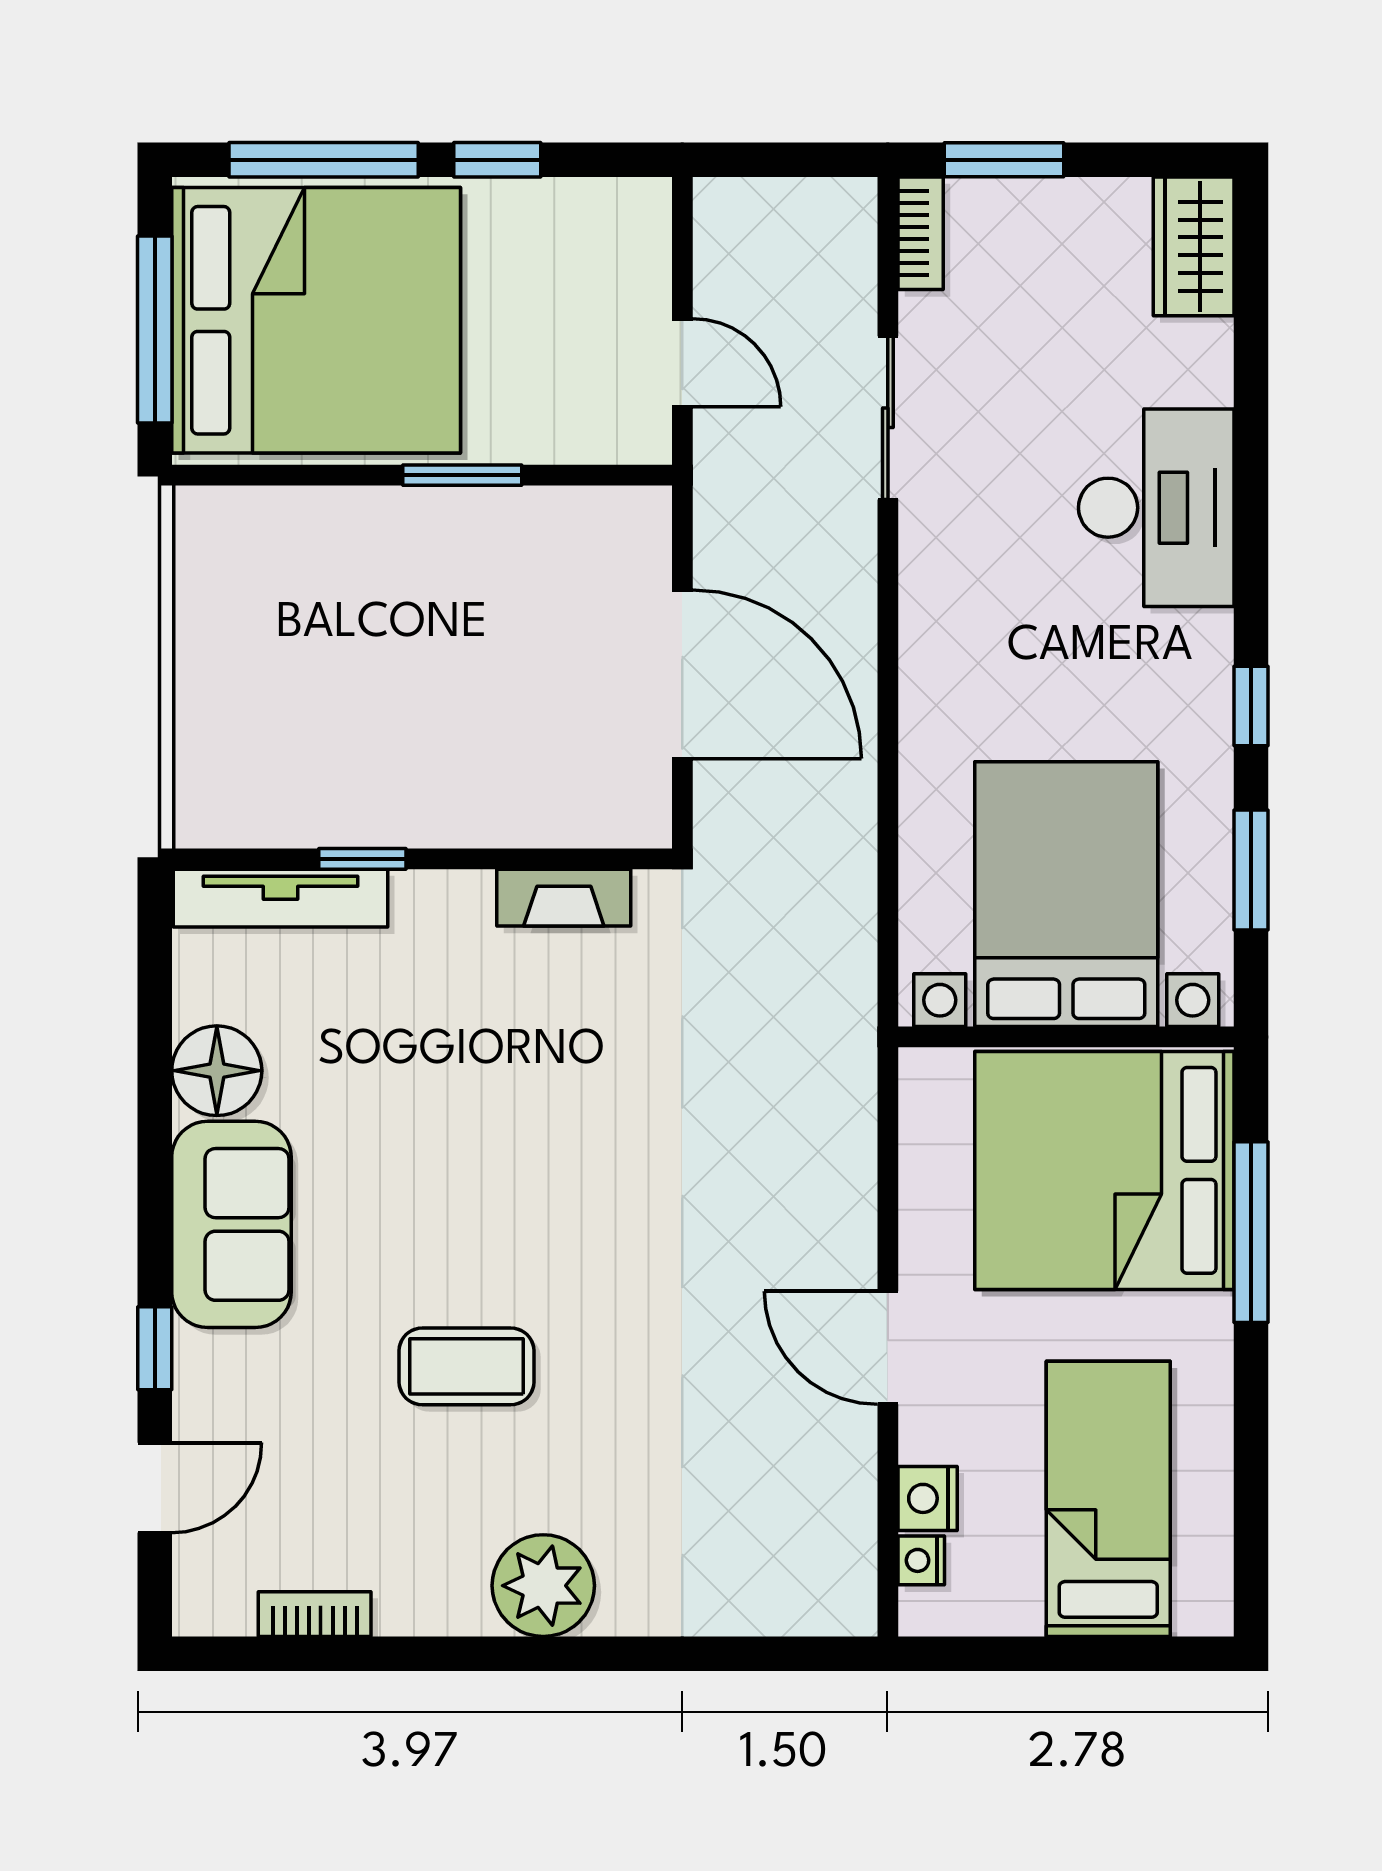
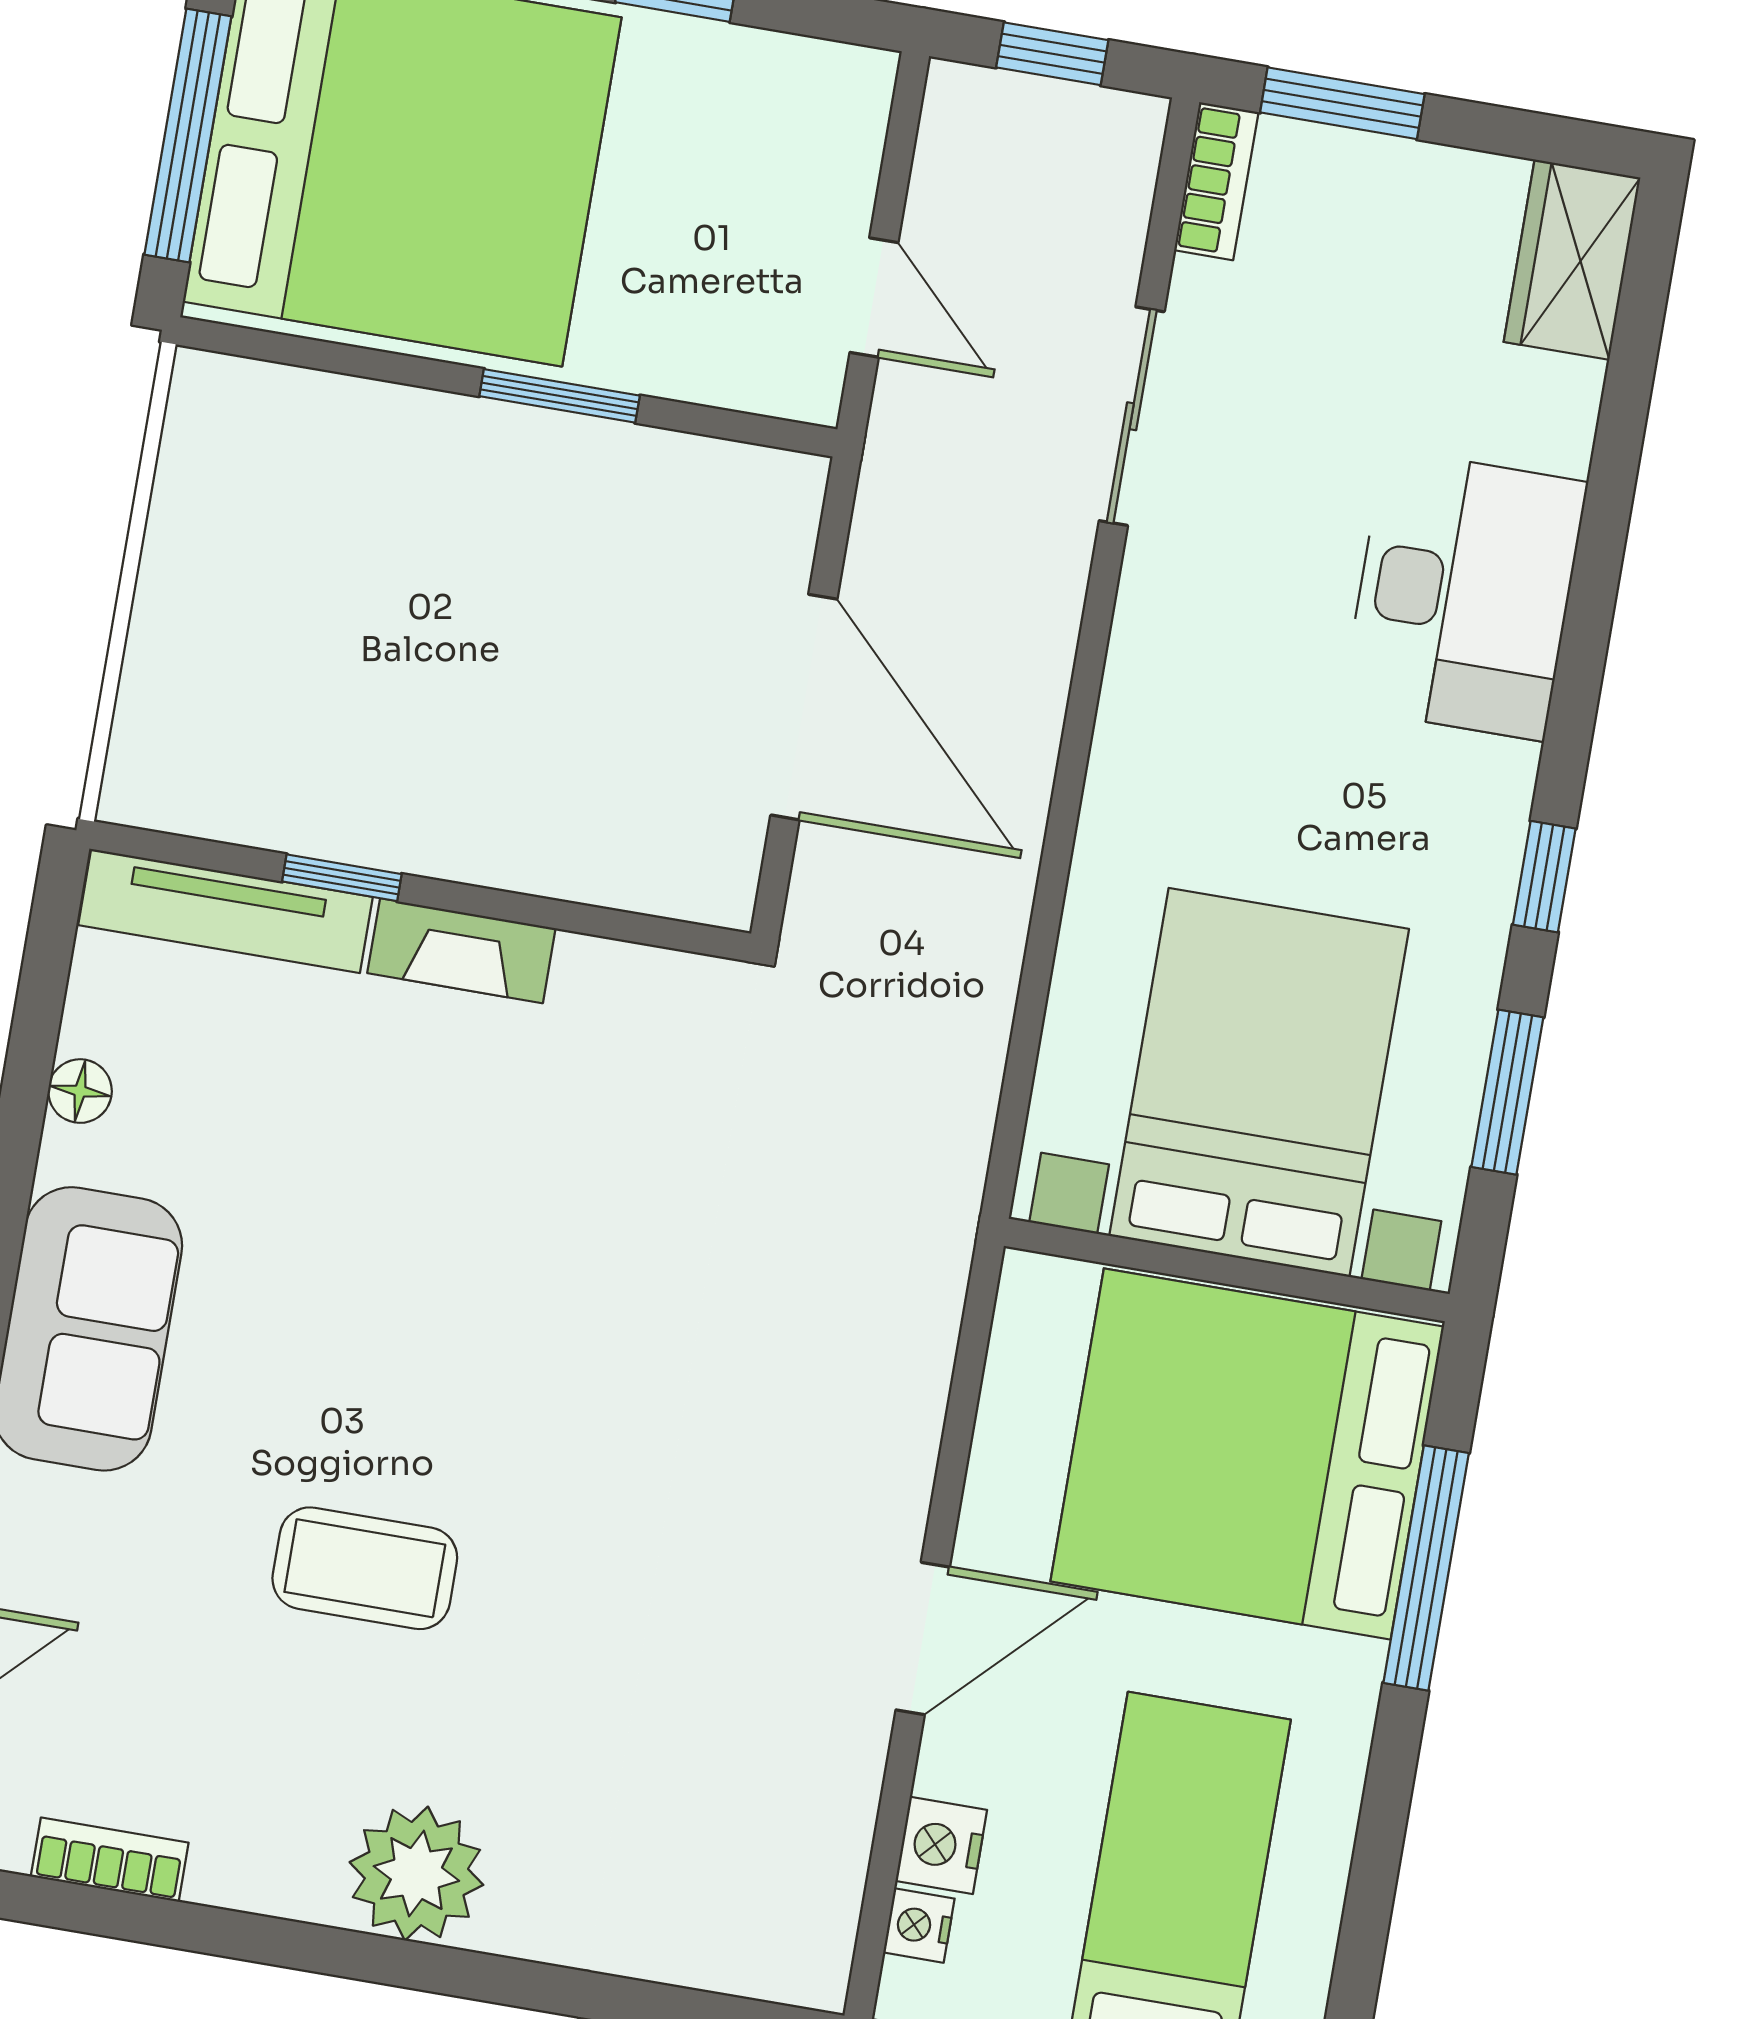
window: (783, 160) -> (1052, 54), added
fireplace: (564, 898) -> (461, 951), moved
floor lamp: (217, 1071) -> (80, 1091), width x0.53, depth x0.53
door: (888, 1348) -> (923, 1639), swing flipped

